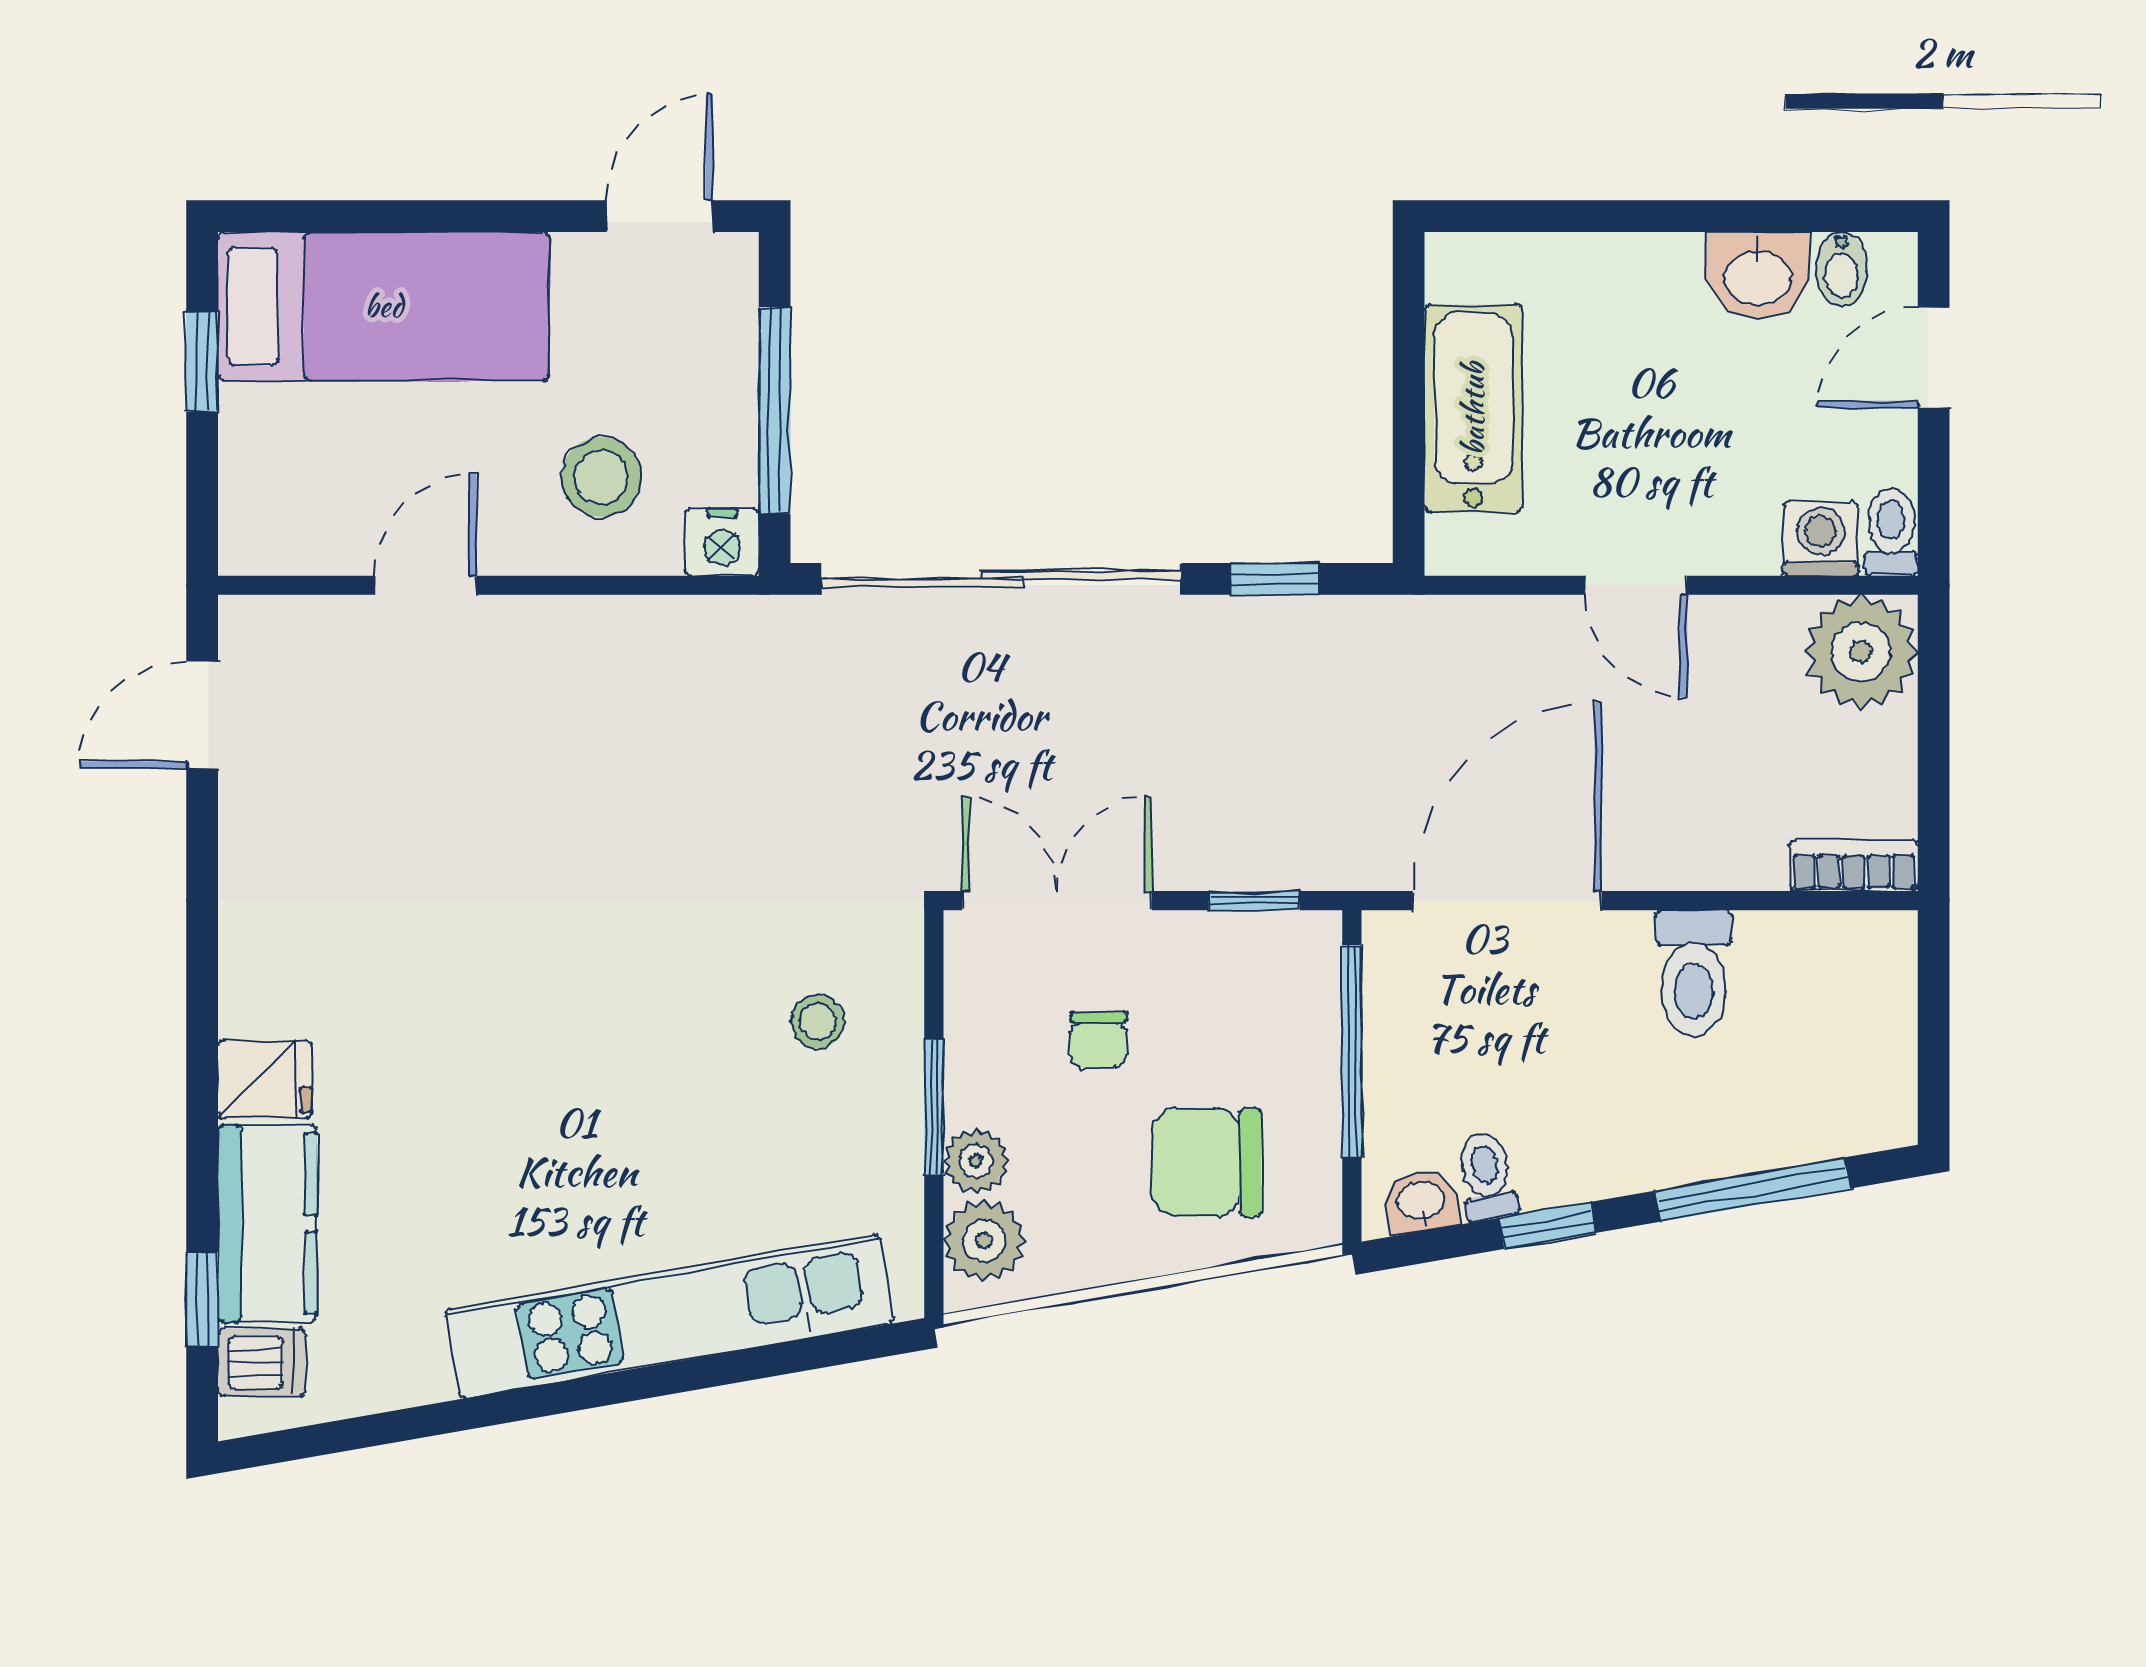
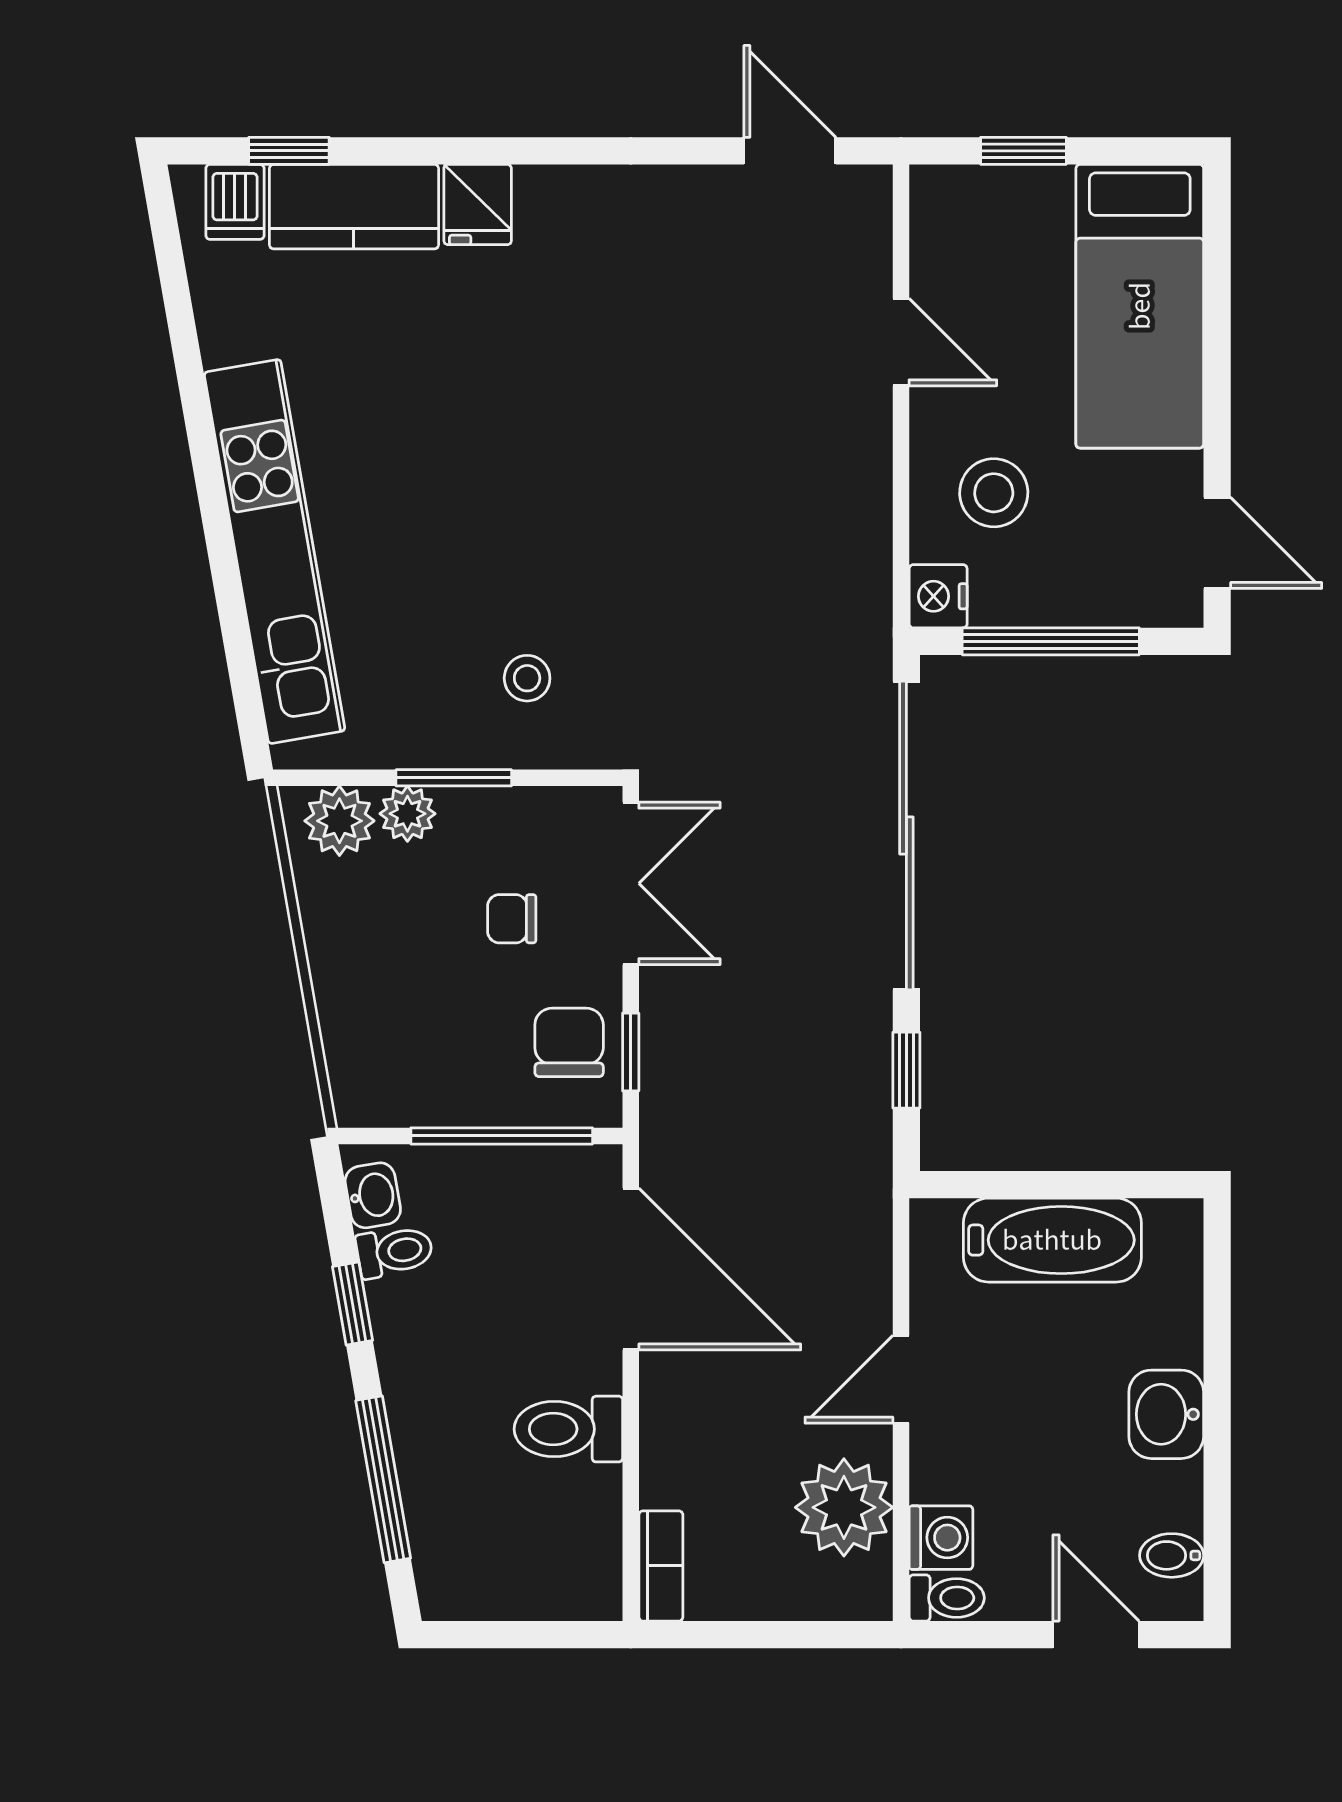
washbasin: (1758, 276) -> (1166, 1414), moved
window: (202, 362) -> (1023, 151), moved
plant: (1861, 652) -> (844, 1507), moved
chair: (1207, 1162) -> (569, 1042), moved, width x0.73, depth x0.73

